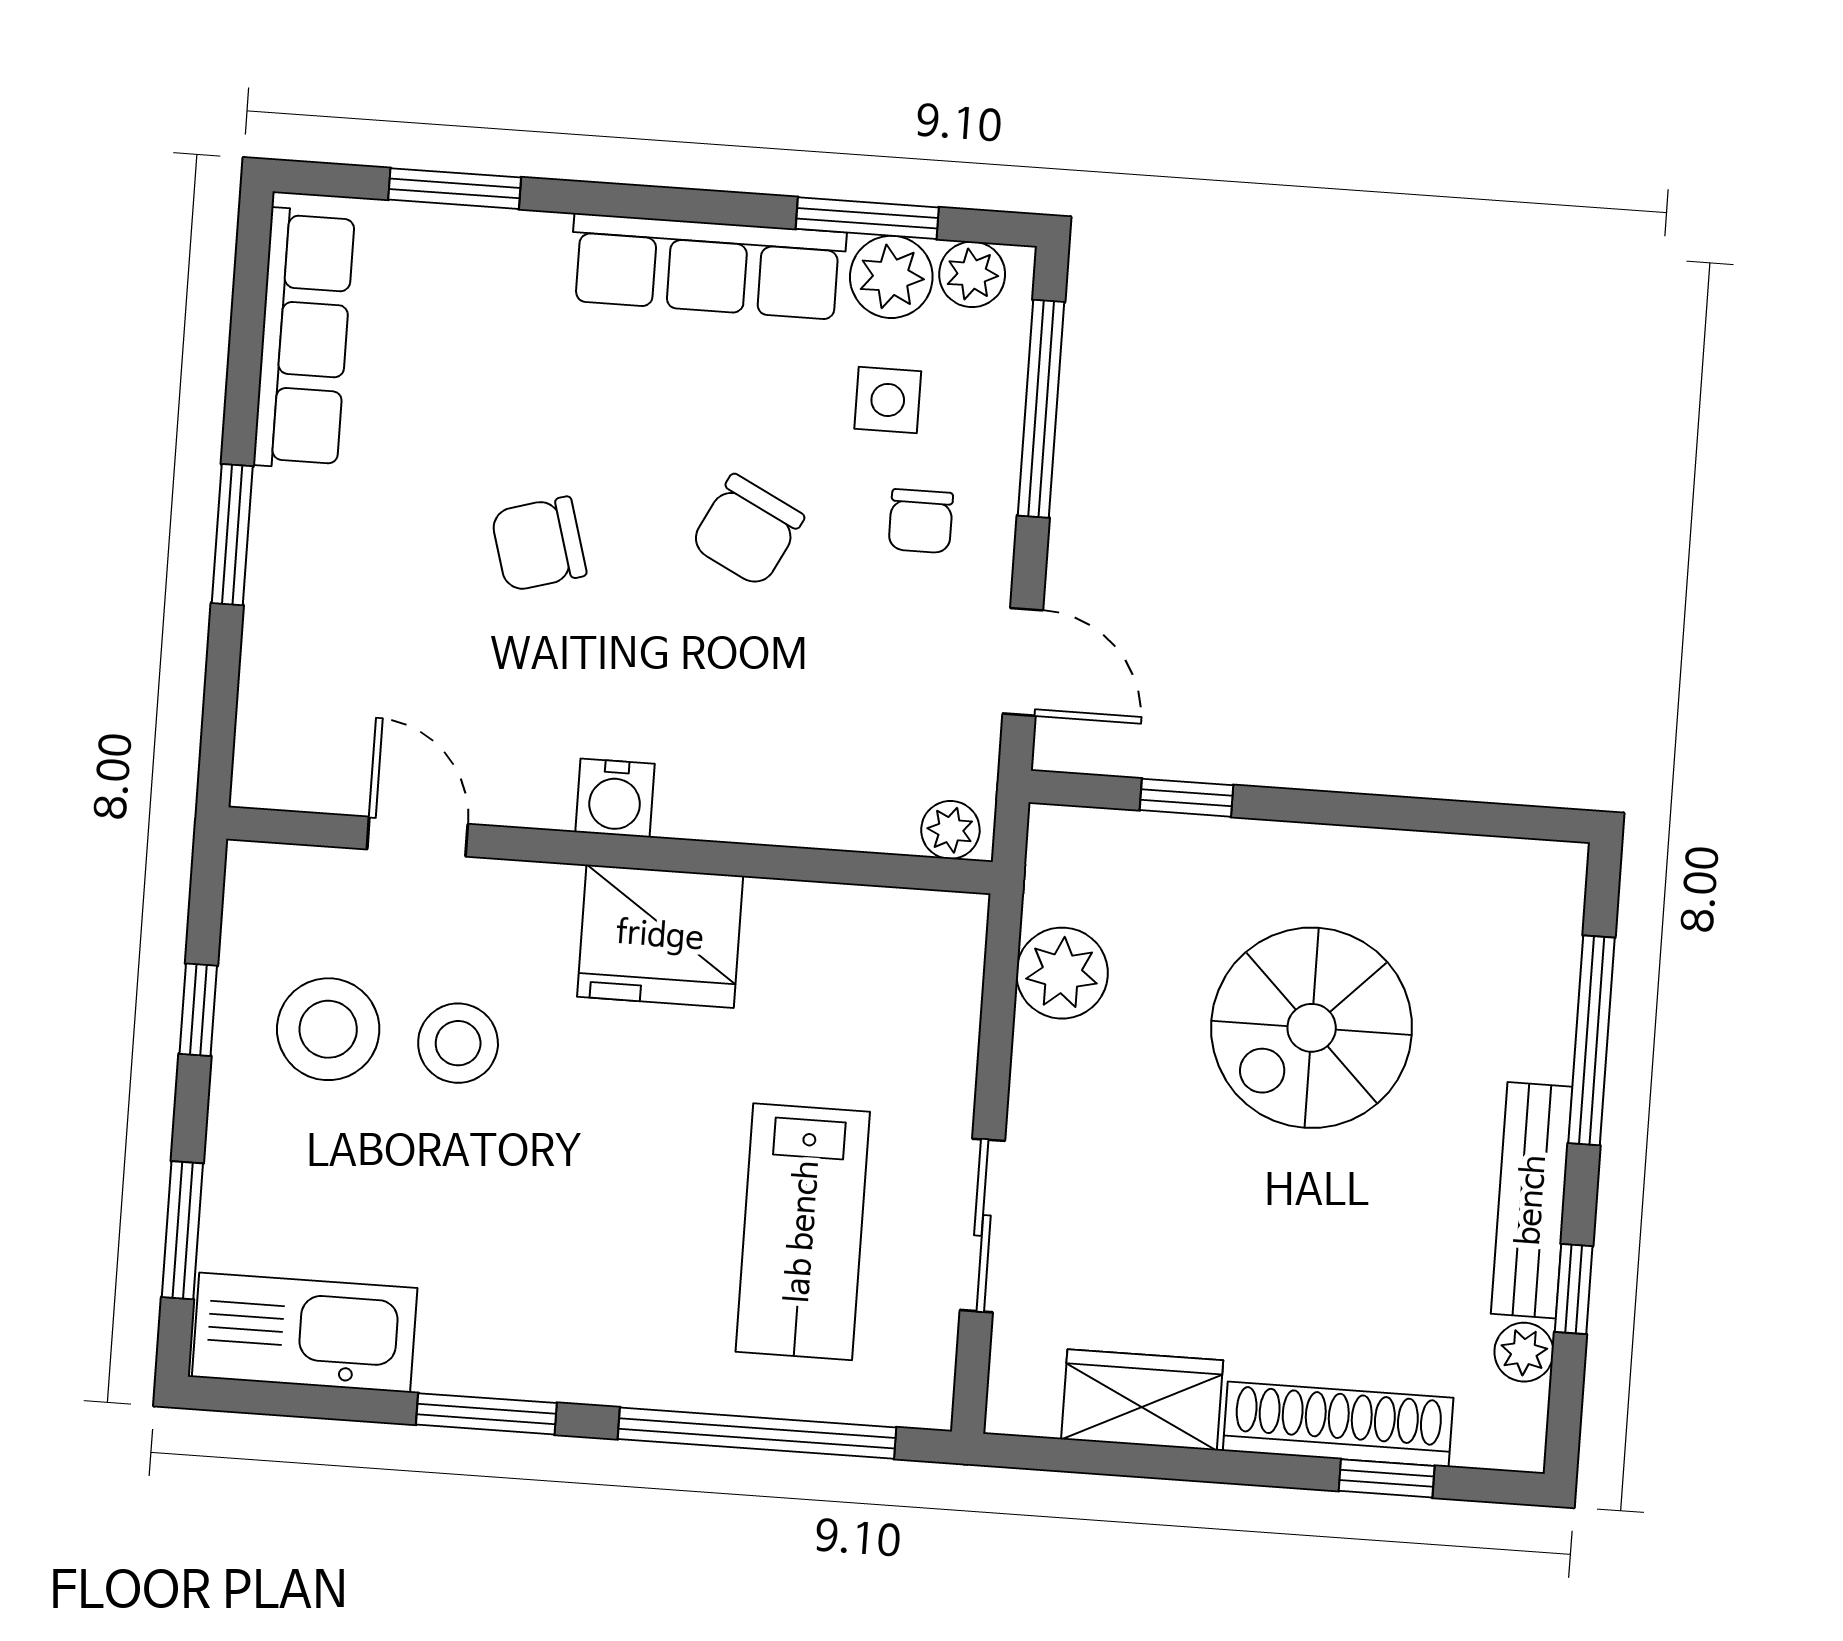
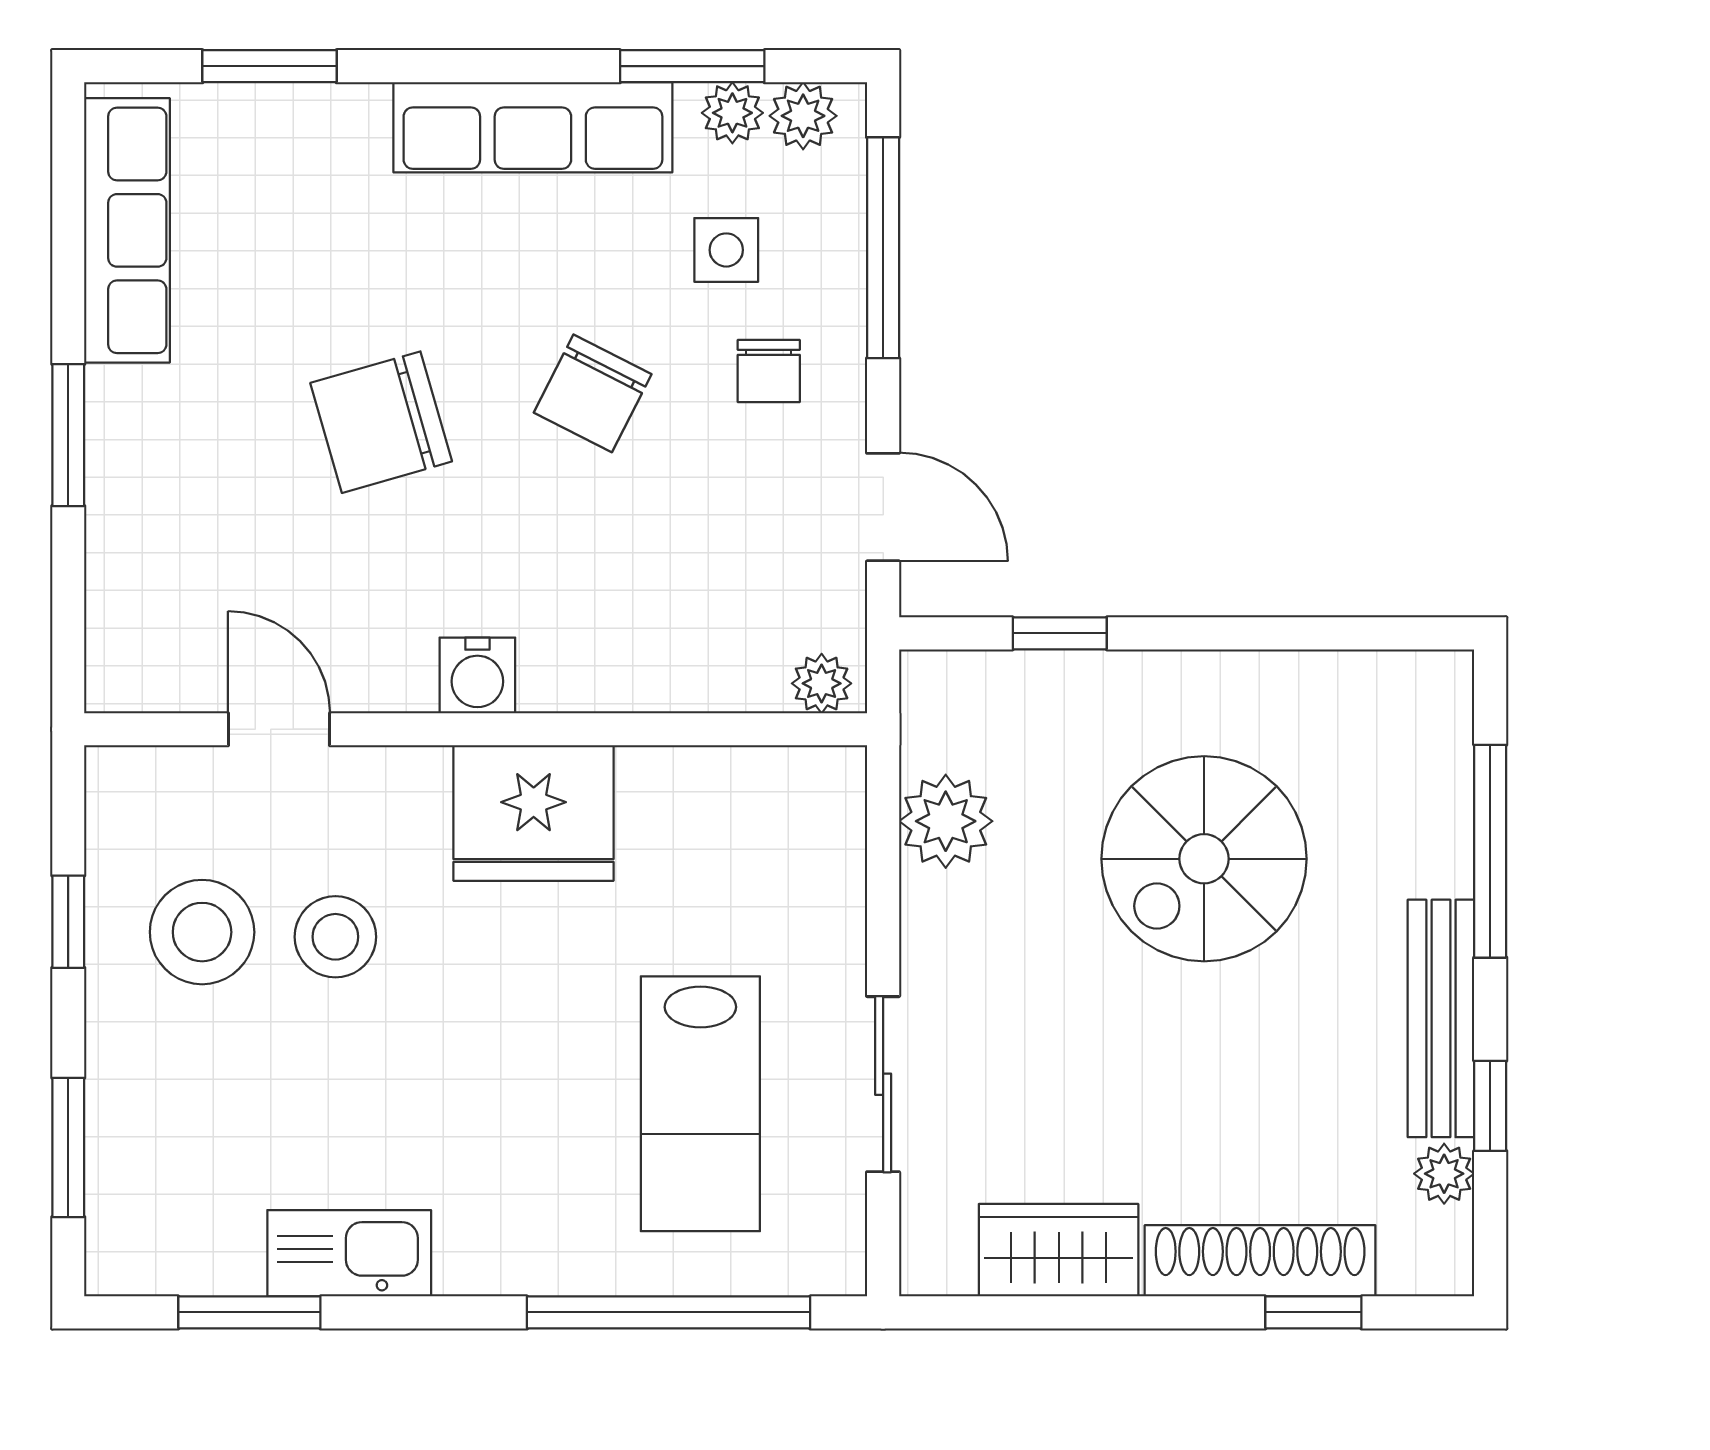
plant: (891, 277) -> (732, 113), width x0.73, depth x0.73
chair: (539, 544) -> (381, 422), width x1.37, depth x1.37
kitchen sink: (305, 1333) -> (349, 1253), moved, width x0.73, depth x0.81
window: (486, 1414) -> (249, 1312), moved

